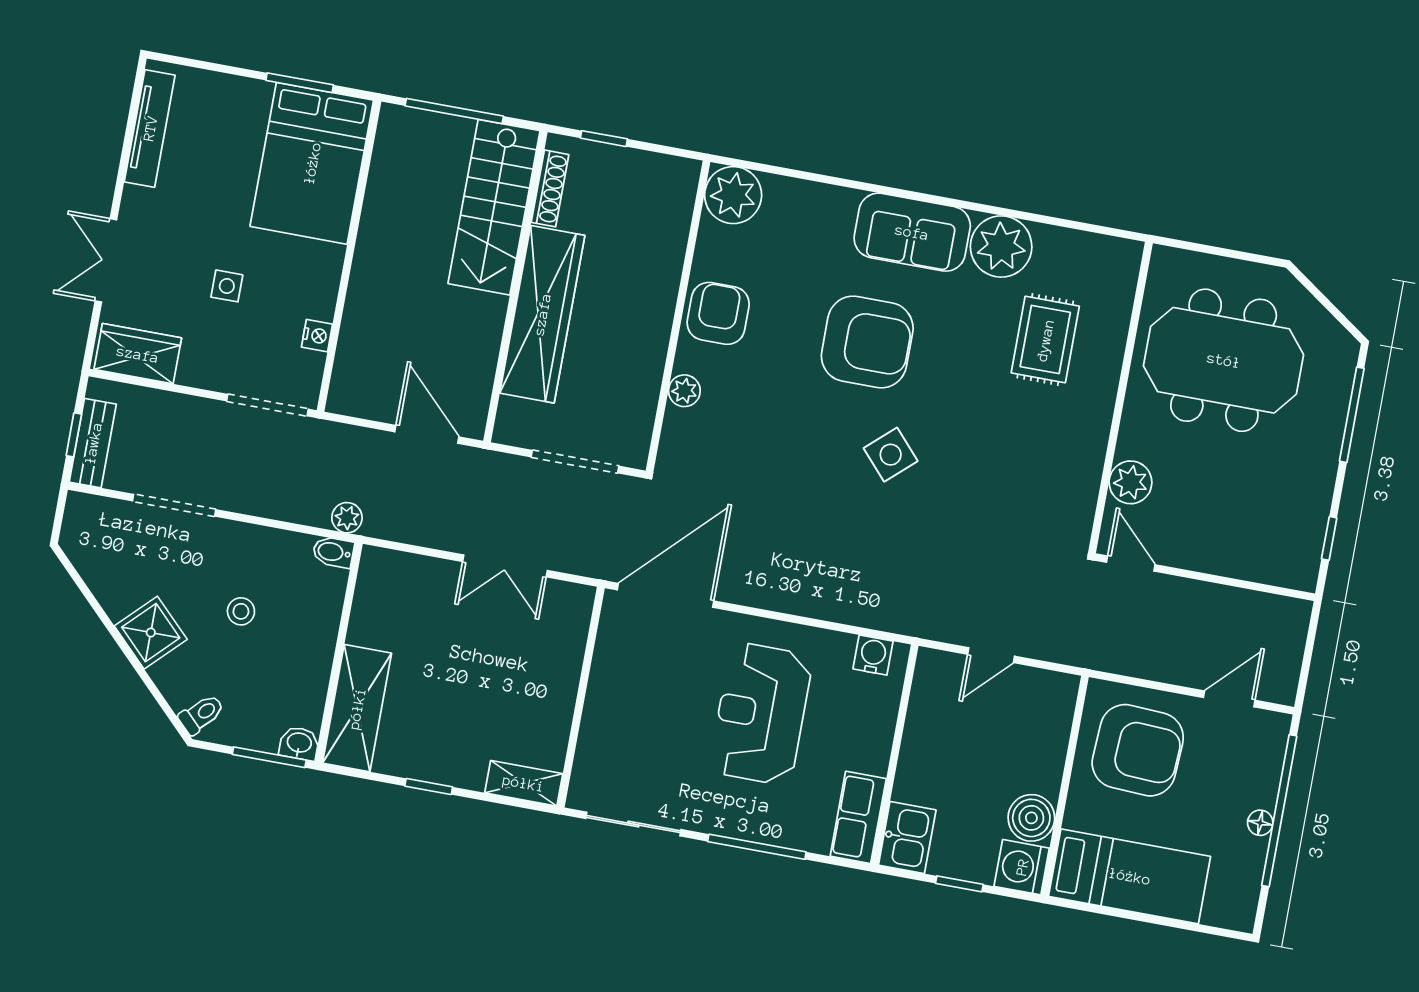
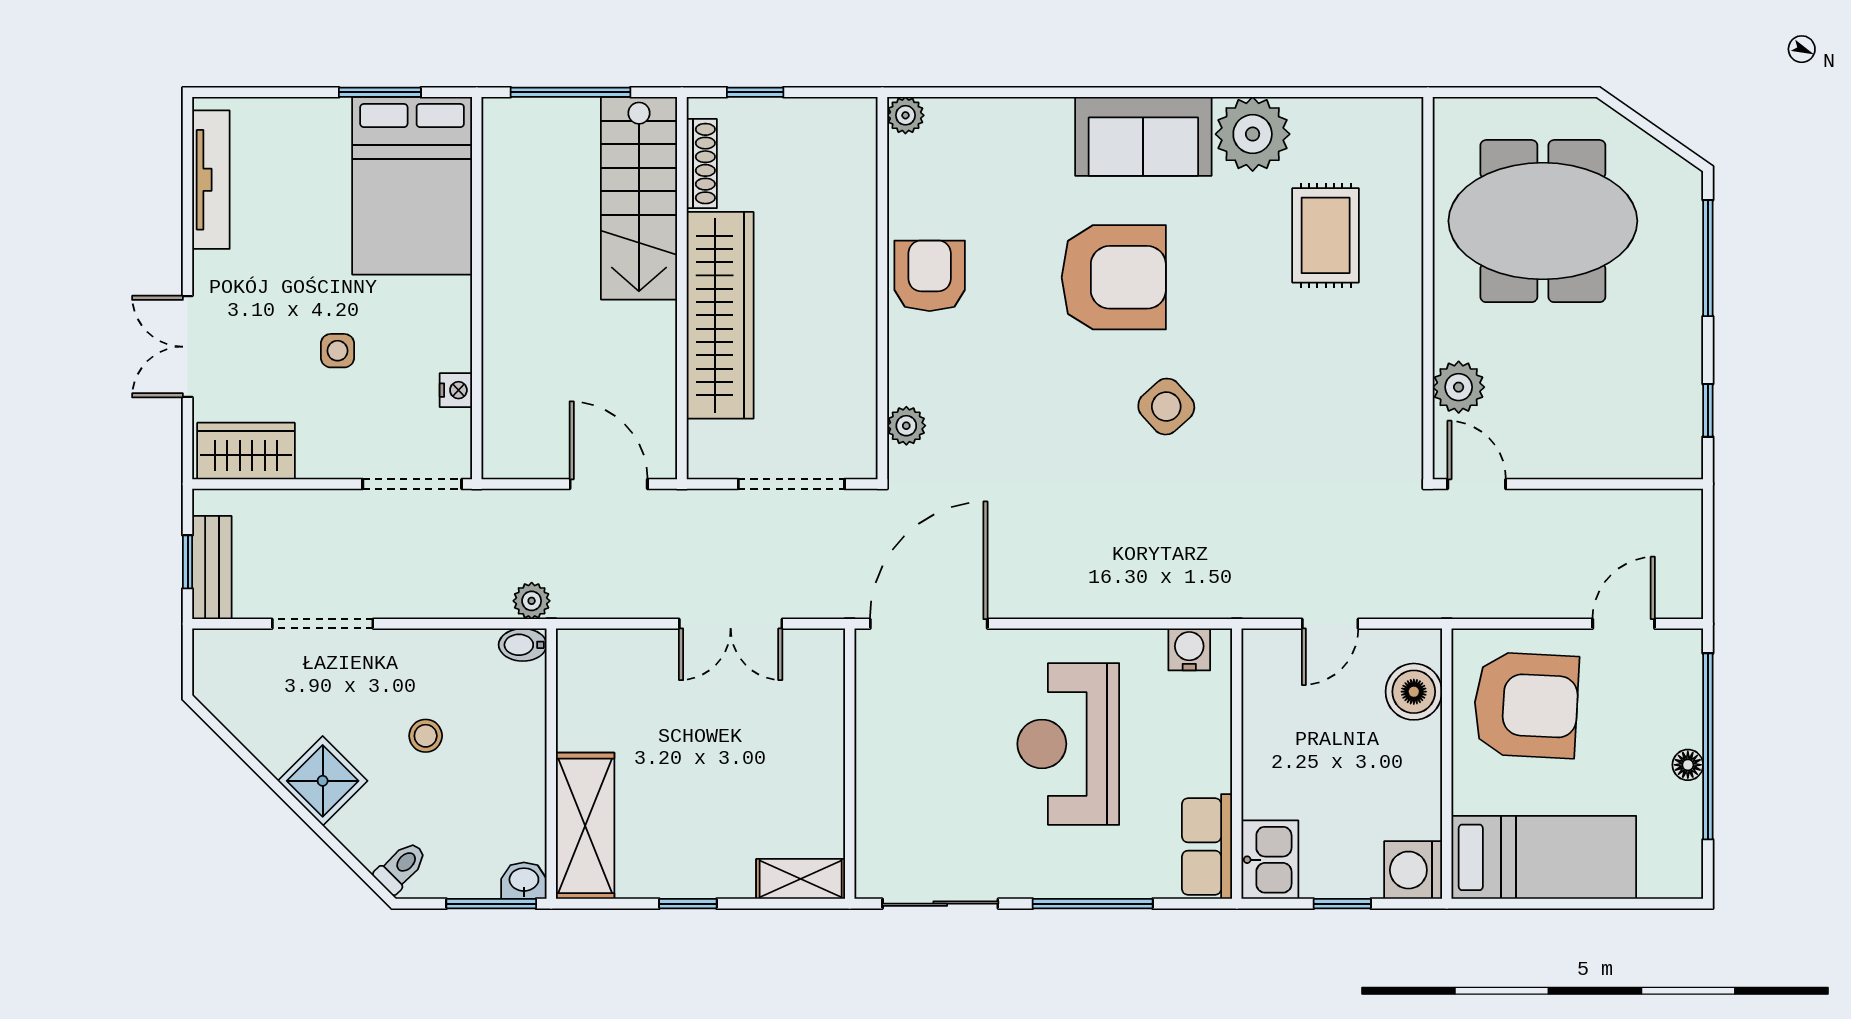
plant: (733, 195) -> (905, 115), width x0.53, depth x0.53
plant: (684, 391) -> (906, 426), moved
boiler: (1031, 818) -> (1414, 692), moved

